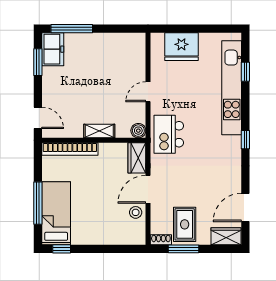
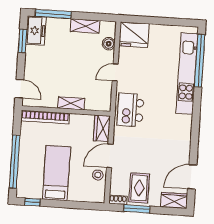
shelving: (109, 40) -> (85, 26), added
fridge: (181, 47) -> (134, 35), moved
window: (245, 72) -> (200, 61), width x3.17
boiler: (138, 131) -> (109, 44), moved
window: (245, 140) -> (196, 119), removed
window: (38, 203) -> (15, 162), width x1.46
bed: (56, 213) -> (56, 173), moved

